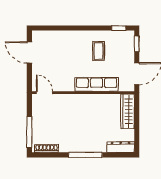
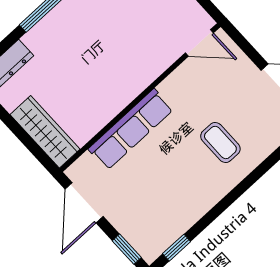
coffee table: (99, 51) -> (220, 143), moved

